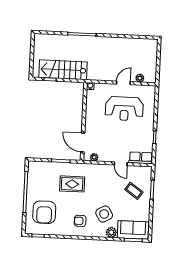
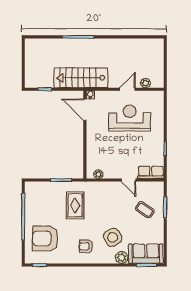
stairs: (63, 70) -> (81, 78), moved
reception desk: (124, 109) -> (130, 118), turned 180
door: (83, 142) -> (85, 110), moved
rug: (72, 184) -> (75, 205), turned 90
armchair: (44, 212) -> (45, 238), turned 90

